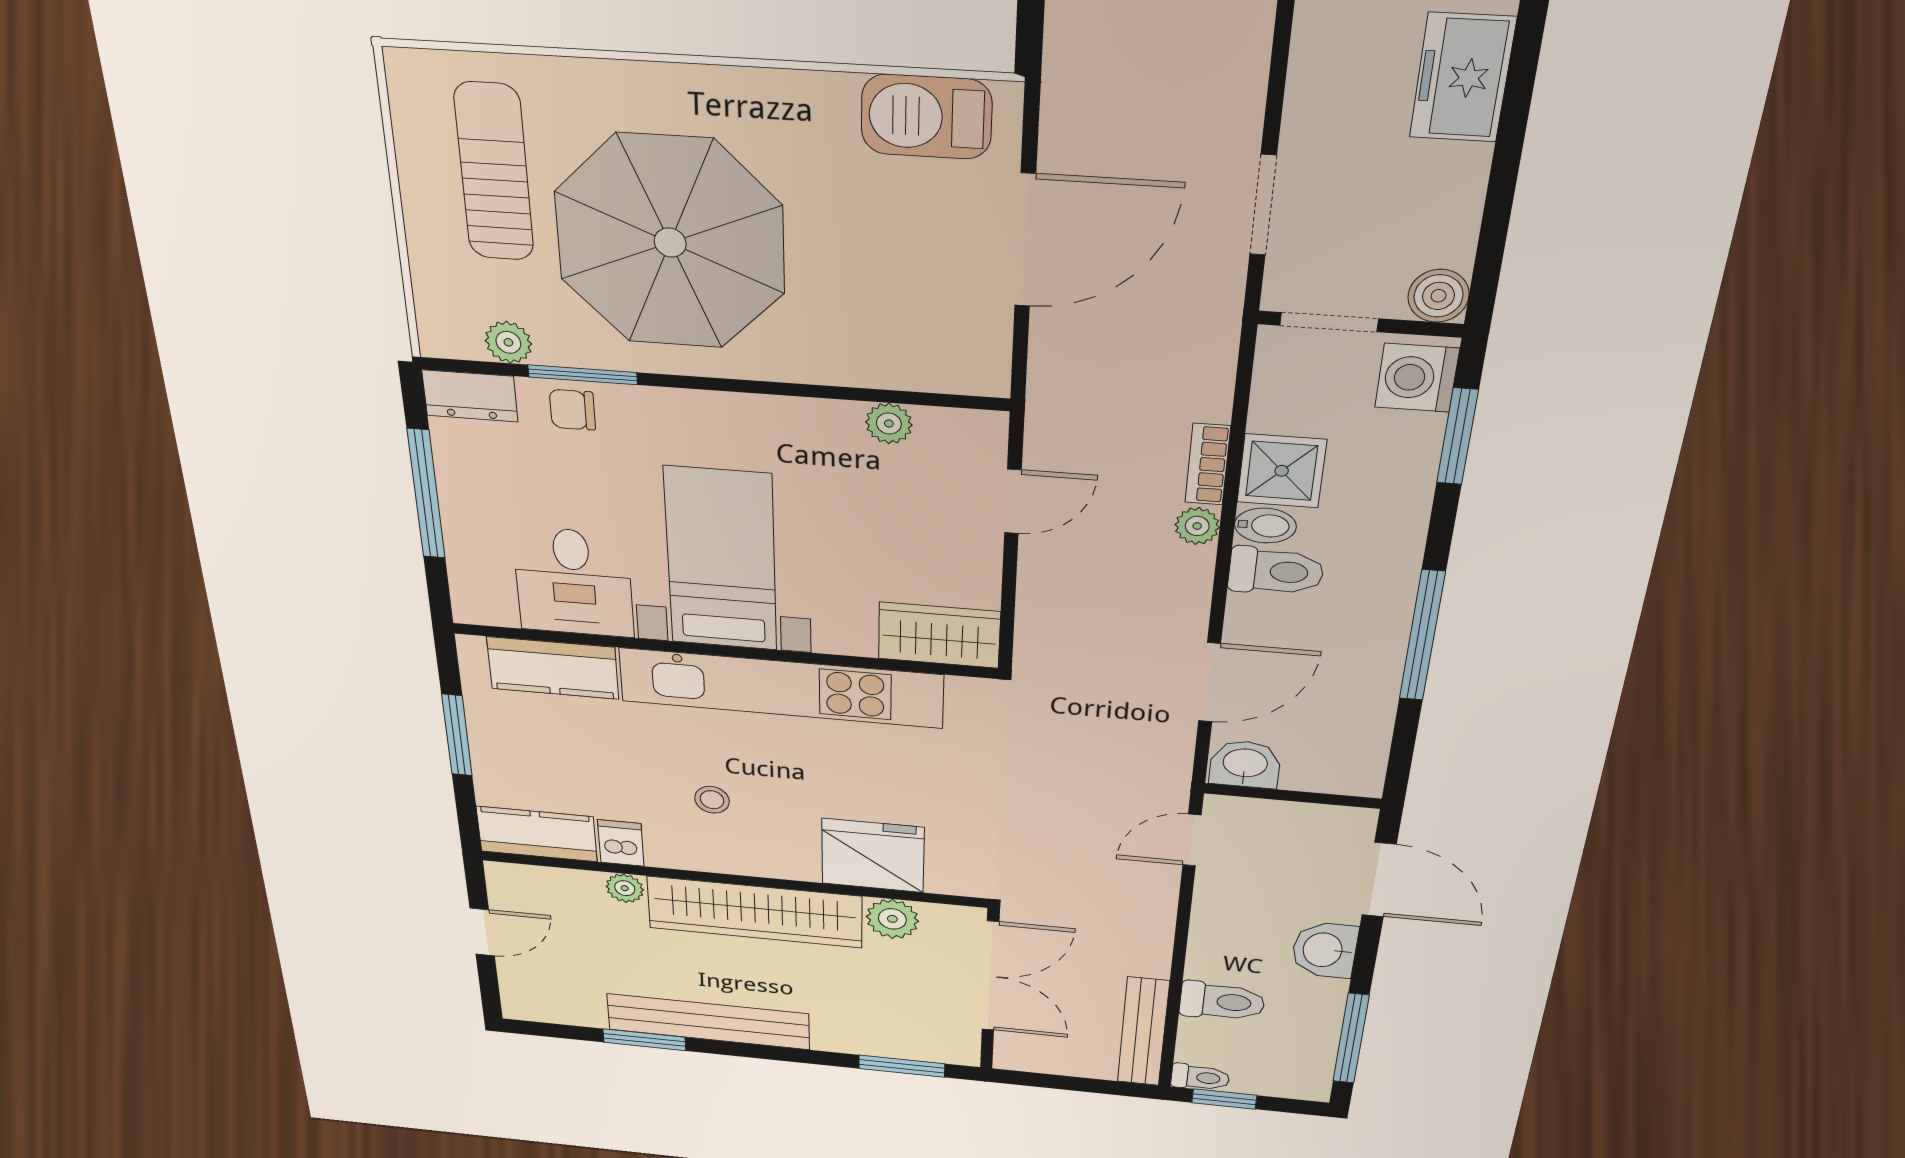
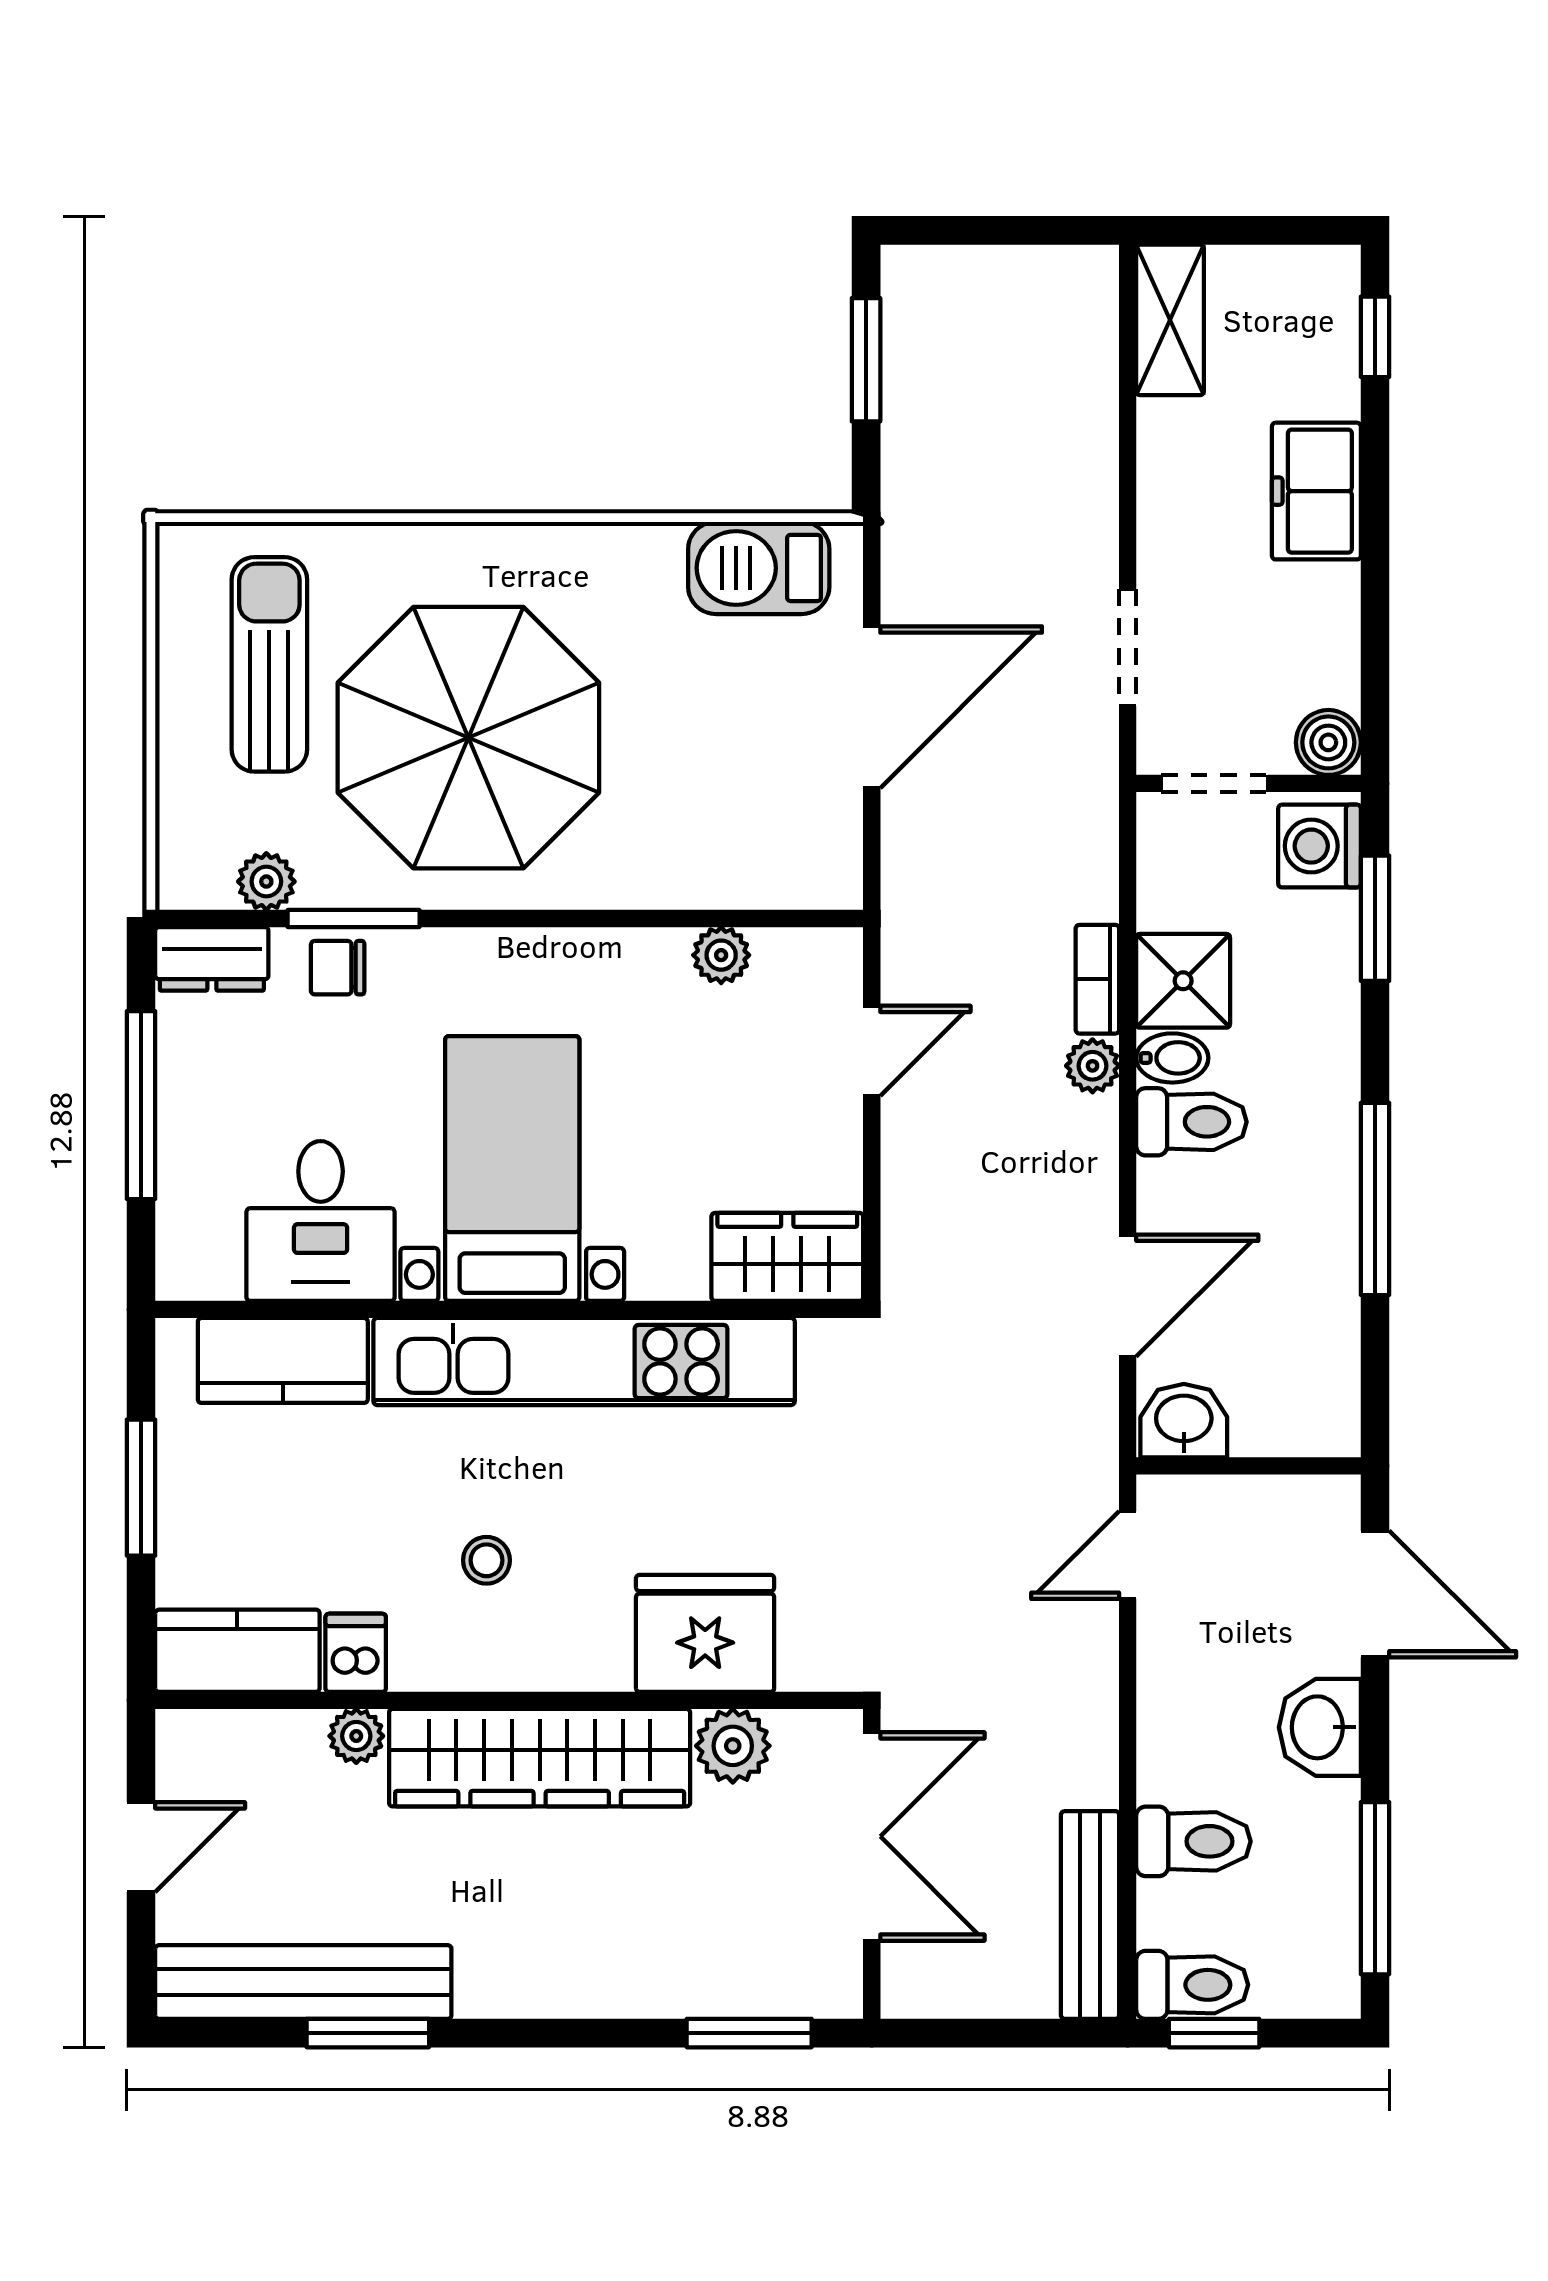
bench: (708, 1022) -> (303, 1982), moved
toilet: (1200, 1077) -> (1192, 1985), width x1.37, depth x1.39

